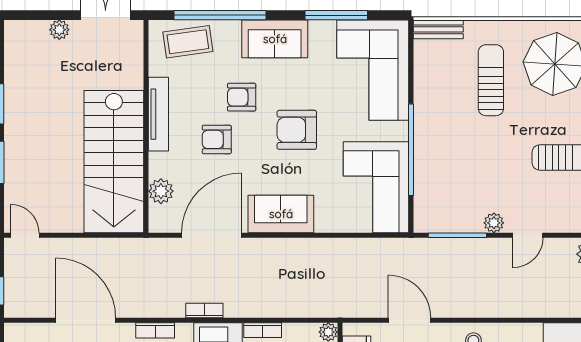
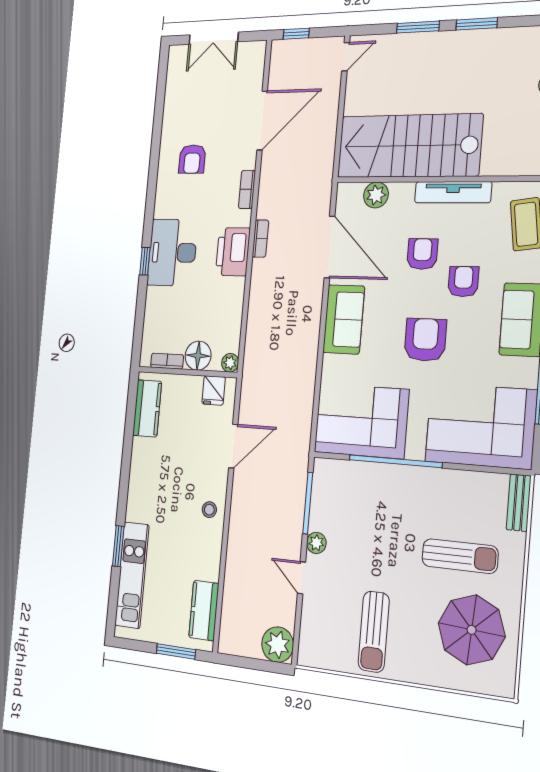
bookcase: (263, 330) -> (238, 297), removed

